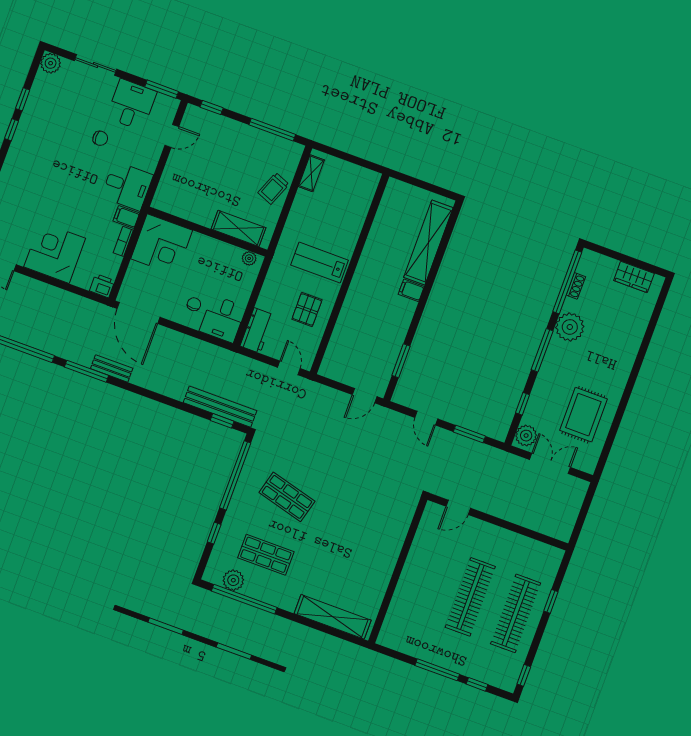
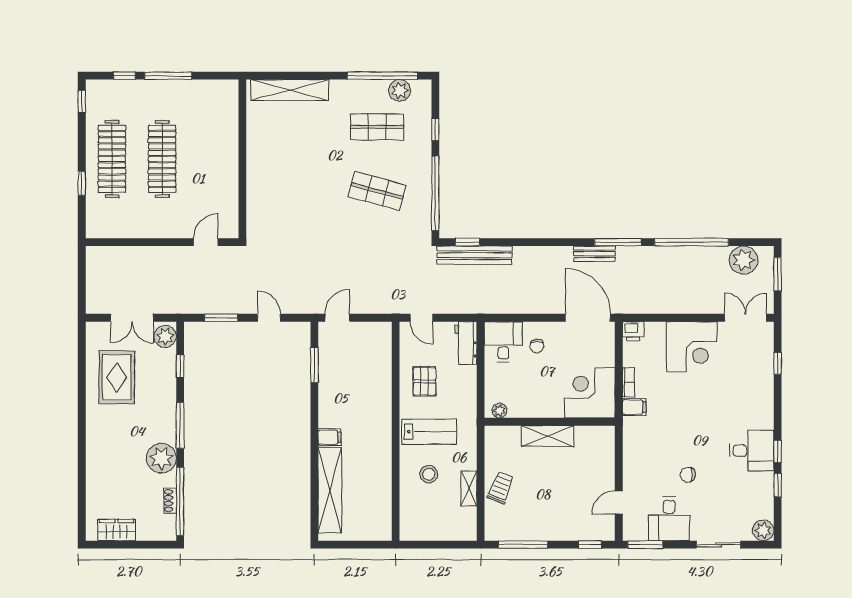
shelving: (311, 173) -> (469, 488), moved
desk: (127, 186) -> (752, 451), moved, turned 180
stool: (334, 224) -> (429, 474), added
shelving: (239, 228) -> (548, 436), moved

